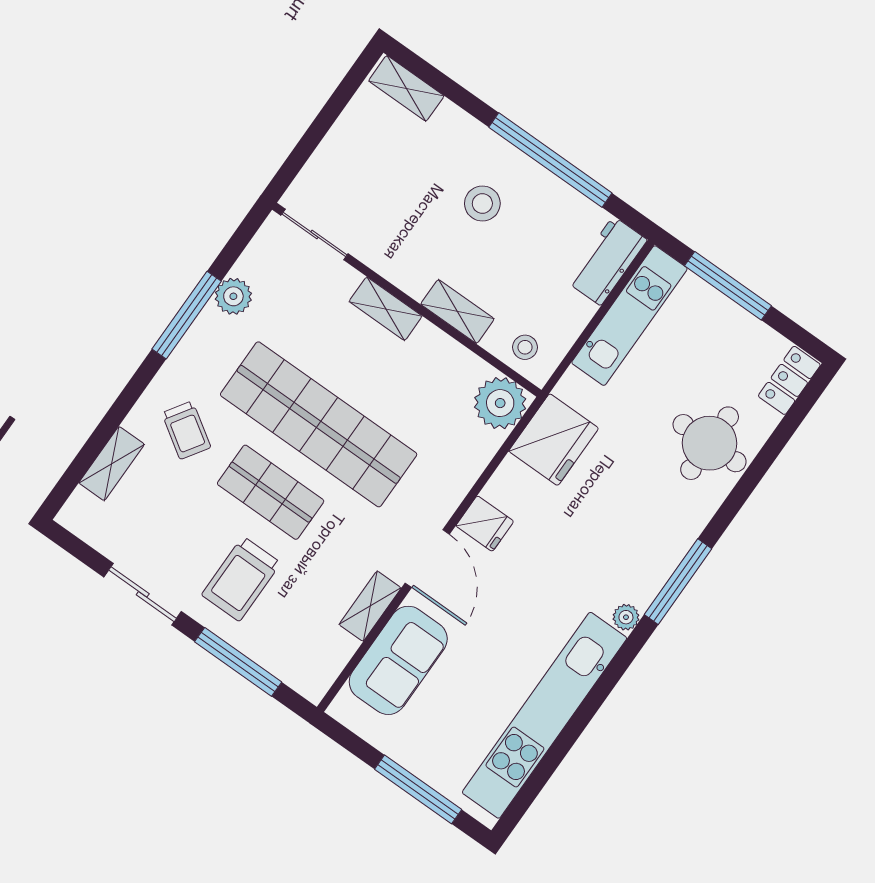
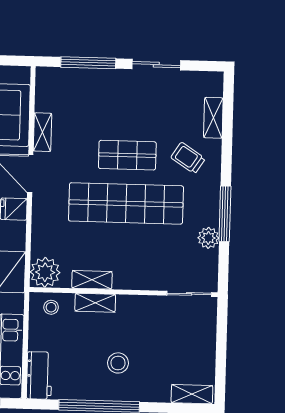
shelving: (386, 309) -> (92, 280), moved
trolley: (241, 579) -> (114, 104), removed

